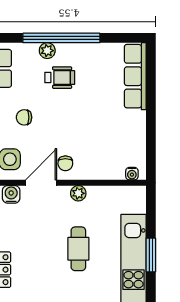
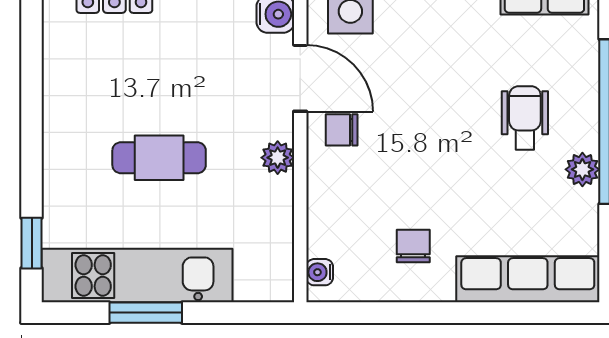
plant: (47, 51) -> (582, 169), moved
wheelchair: (60, 78) -> (525, 118), turned 180
chair: (24, 117) -> (413, 246), moved

